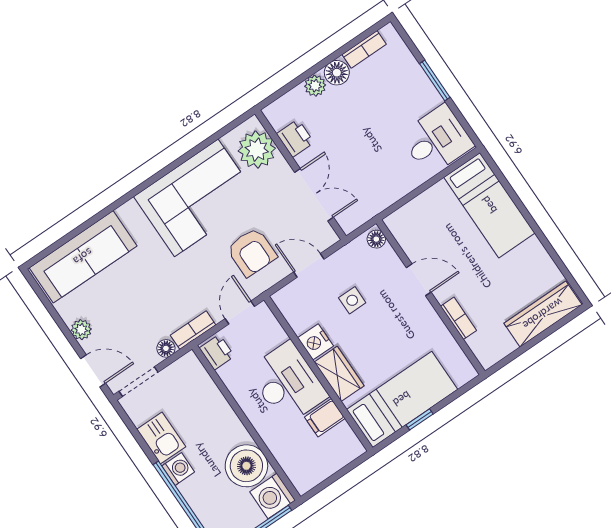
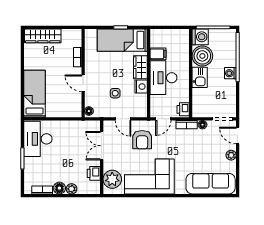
desk: (437, 140) -> (38, 139), width x1.37
armchair: (252, 252) -> (142, 140), turned 180
kitchen sink: (161, 438) -> (200, 77), moved, turned 180

